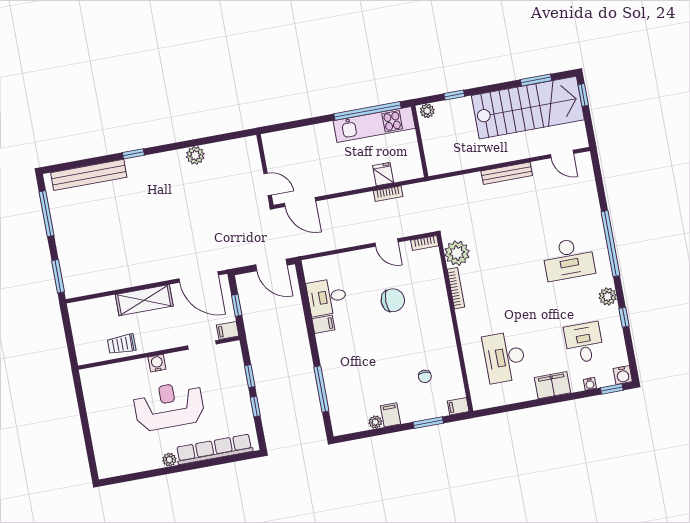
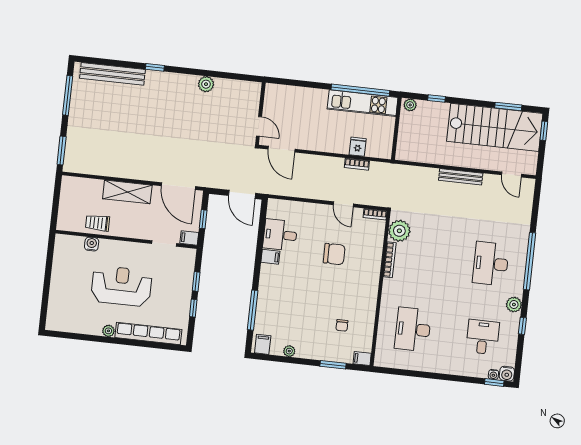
desk: (569, 259) -> (491, 264), turned 90
water cooler: (157, 363) -> (92, 244), moved
water cooler: (590, 384) -> (493, 374), moved
filing cabinet: (553, 385) -> (446, 365), removed
filing cabinet: (391, 415) -> (263, 344), moved

